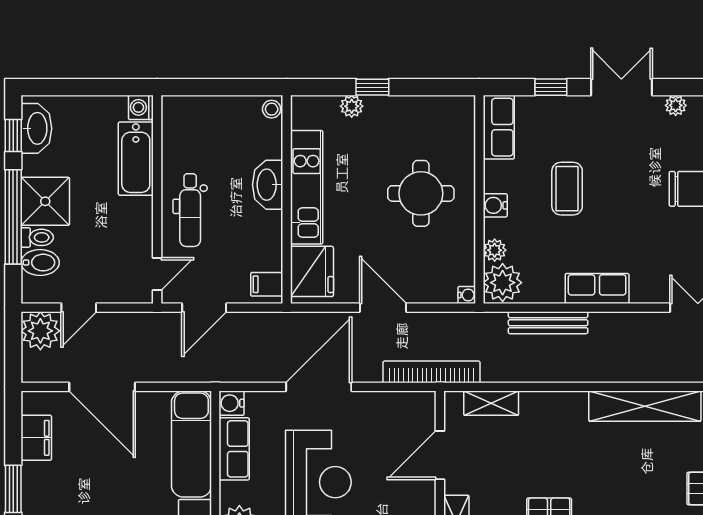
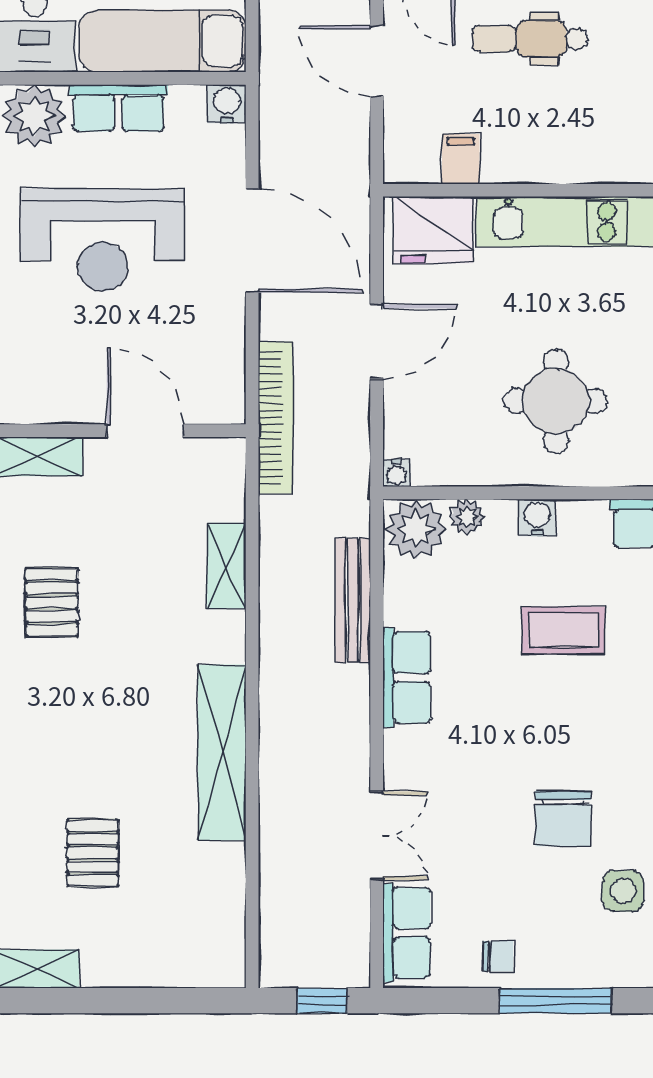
washbasin: (268, 185) -> (570, 160), removed
filing cabinet: (267, 284) -> (461, 159), moved
shelving: (491, 403) -> (227, 566), moved
row of seats: (234, 449) -> (118, 108), moved

